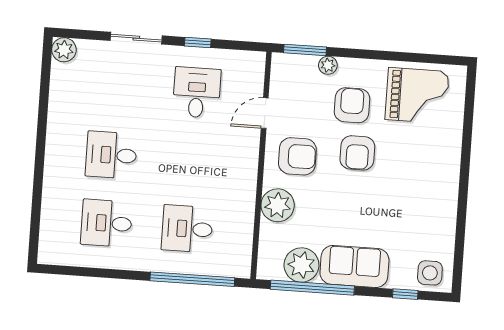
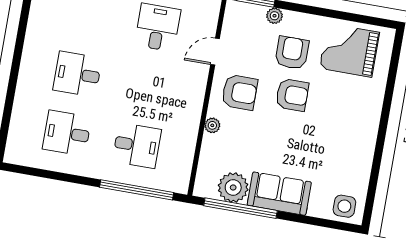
grand piano: (417, 95) -> (349, 50), turned 180
armchair: (357, 153) -> (292, 95), turned -90
plant: (278, 205) -> (212, 125), width x0.53, depth x0.53
desk: (187, 229) -> (137, 145), turned 180
window: (405, 294) -> (321, 222), removed

